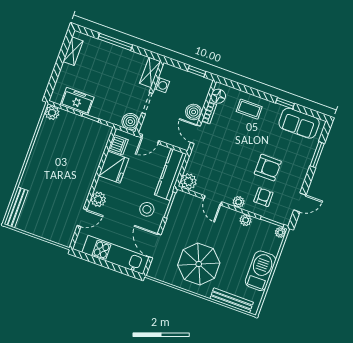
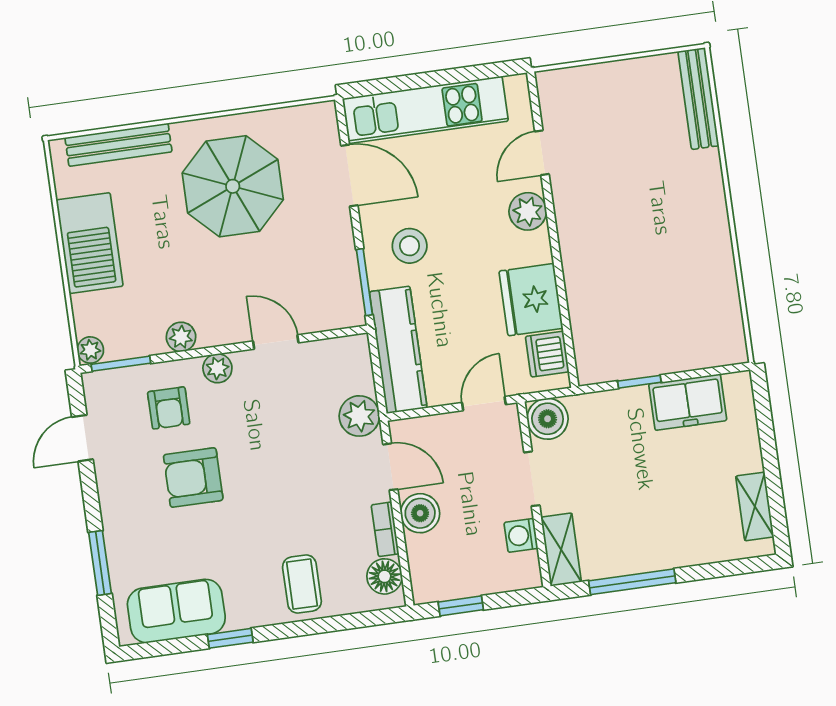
window: (115, 42) -> (632, 582), moved
coffee table: (249, 109) -> (302, 584), turned 90
plant: (52, 113) -> (729, 347), removed
plant: (188, 181) -> (359, 416), moved

